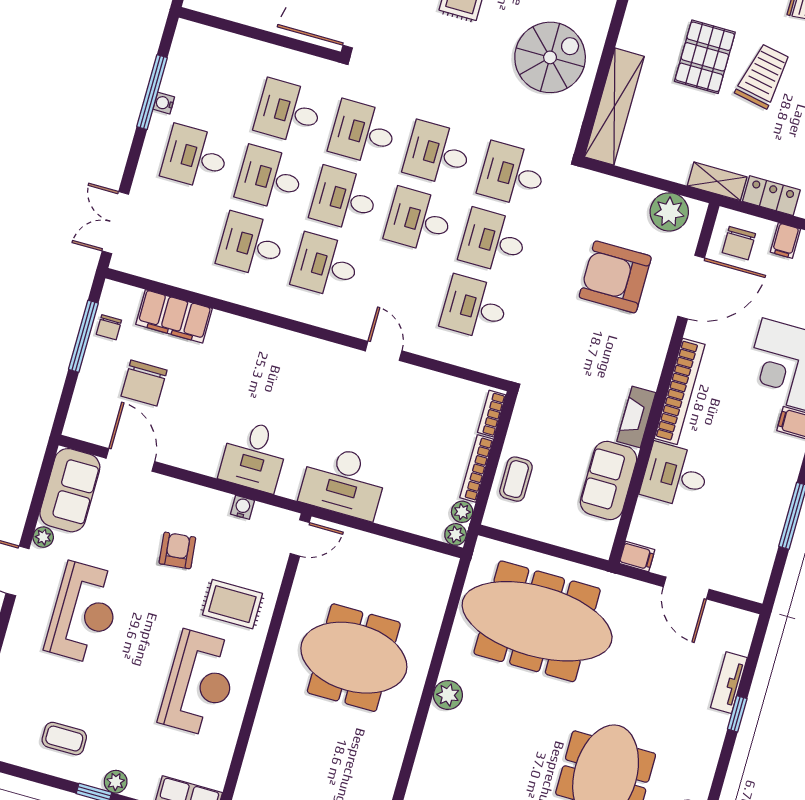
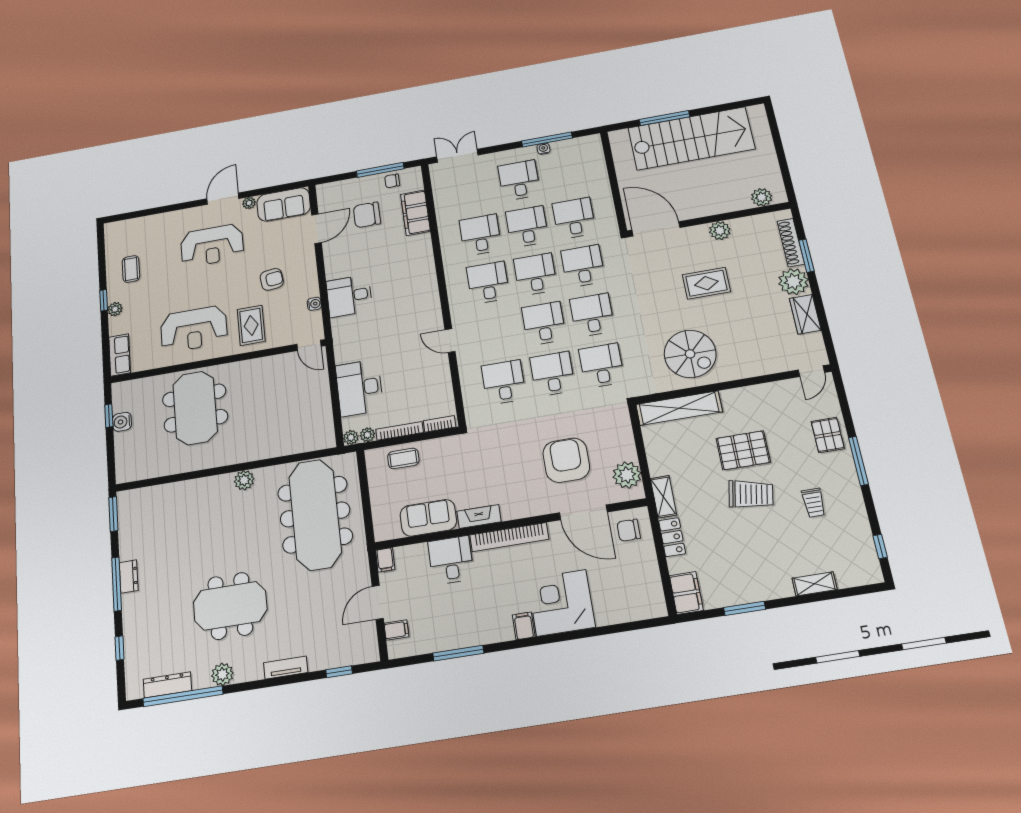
filing cabinet: (785, 241) -> (396, 630), moved, turned 180
door: (384, 351) -> (450, 341), swing flipped
desk: (343, 482) -> (359, 388), moved
meeting table: (354, 658) -> (195, 408), moved
tv unit: (729, 683) -> (286, 668), moved
window: (737, 714) -> (339, 672), moved

